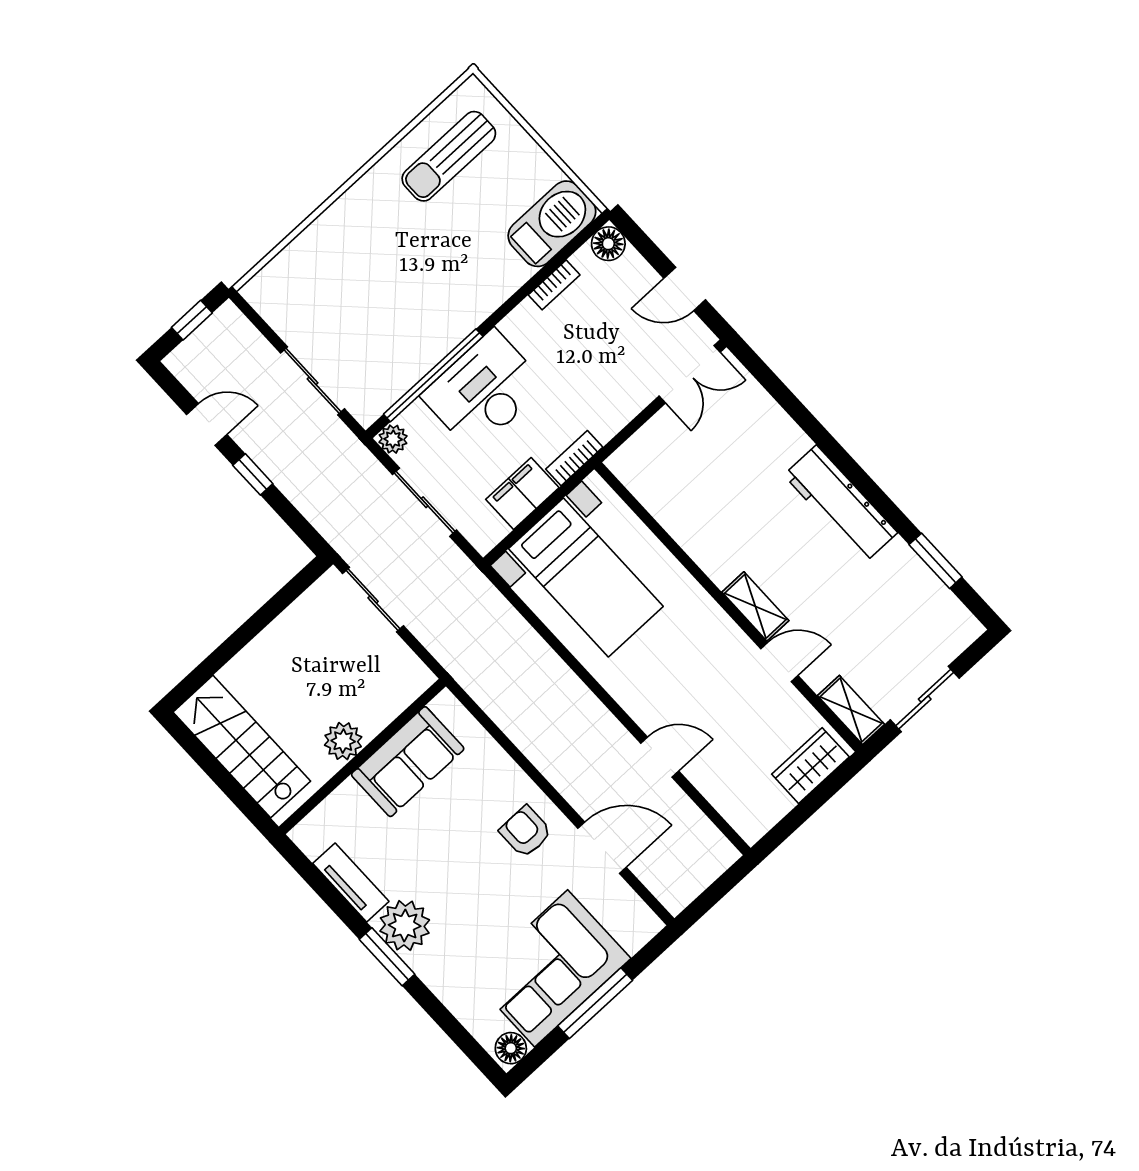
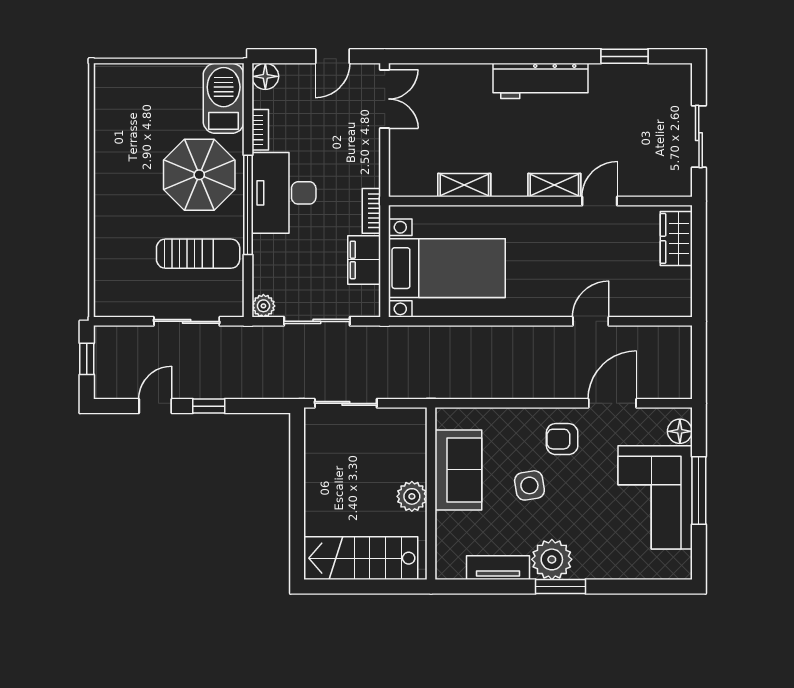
sun lounger: (449, 156) -> (198, 254), moved, turned -90
parasol: (460, 267) -> (199, 175), added
window: (433, 375) -> (248, 205), moved
desk: (484, 391) -> (284, 193), moved
shelving: (851, 710) -> (464, 185), moved
side table: (454, 841) -> (529, 485), added
floor lamp: (511, 1048) -> (680, 431), moved

